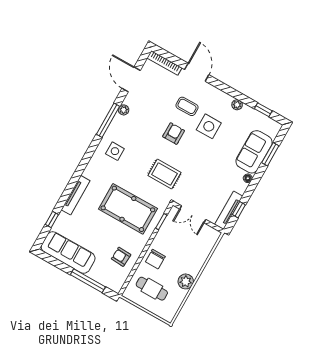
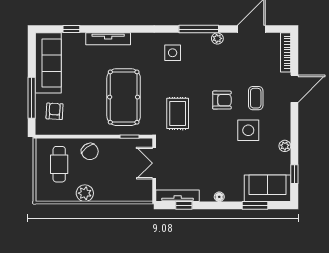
sofa: (254, 152) -> (268, 188), moved
armchair: (121, 257) -> (55, 111), moved
chair: (155, 259) -> (90, 151), turned -127

